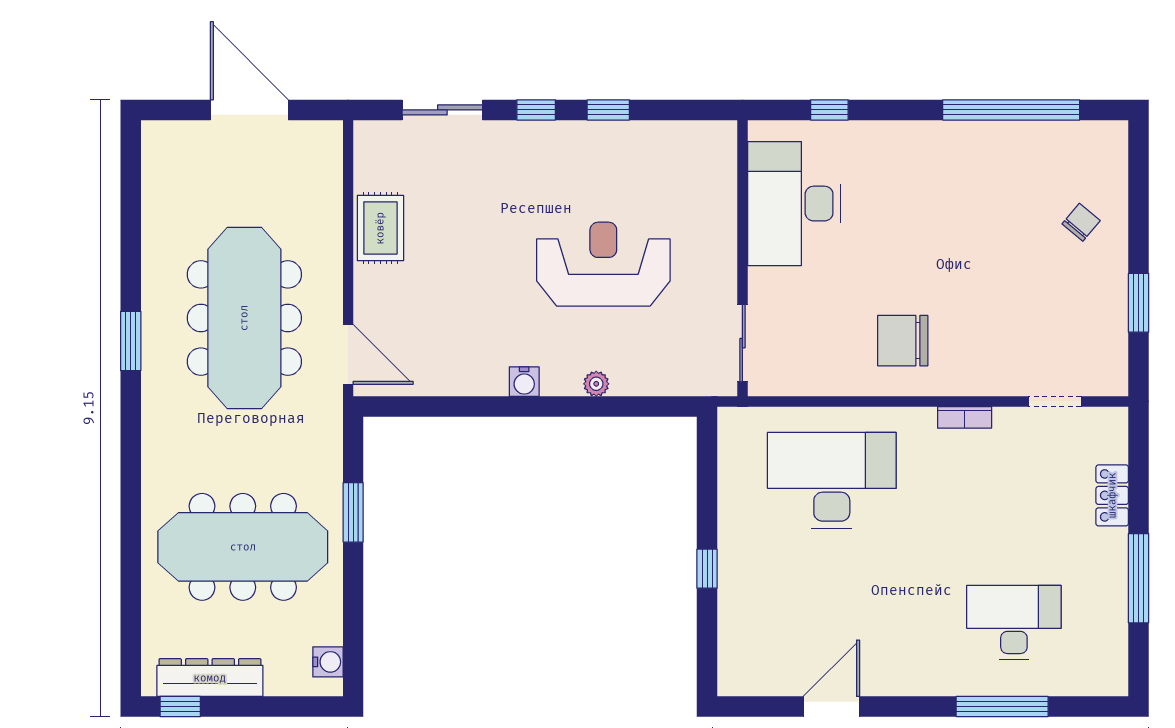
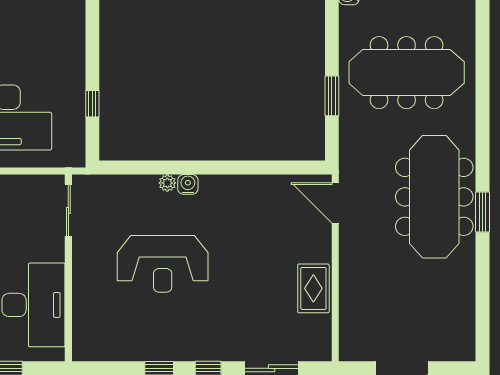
meeting table: (244, 318) -> (434, 197), moved
water cooler: (524, 382) -> (188, 184), moved
window: (707, 569) -> (92, 104), moved

